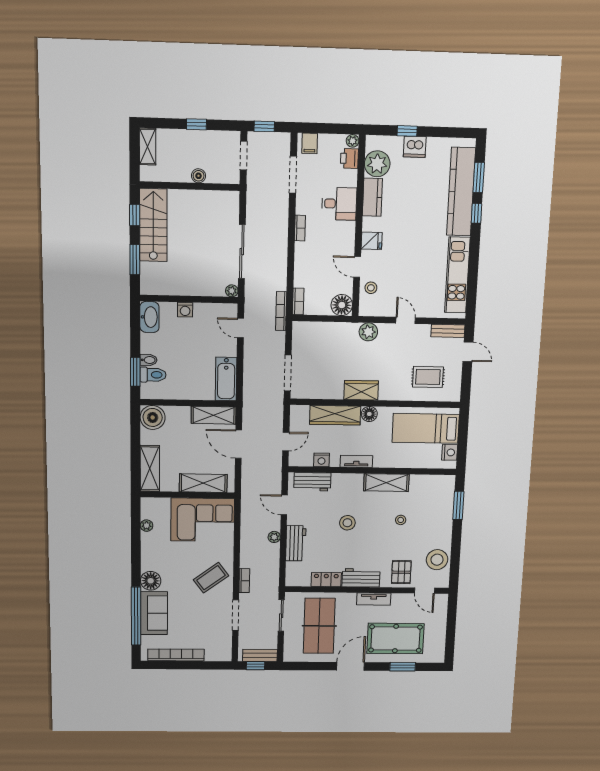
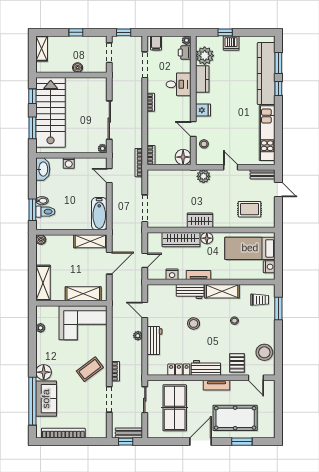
stairs: (153, 225) -> (51, 112), width x1.36, depth x1.51
boiler: (153, 417) -> (41, 240), width x0.54, depth x0.54
door: (239, 444) -> (109, 263), swing flipped
workbench: (312, 482) -> (190, 291), moved
trolley: (435, 494) -> (260, 300), added

